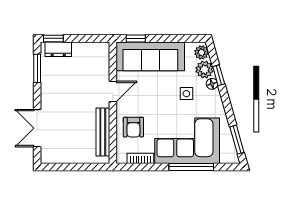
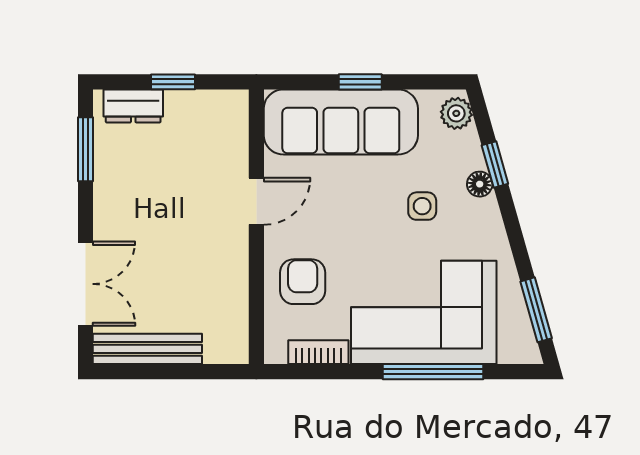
window: (53, 38) -> (173, 82), moved
window: (136, 38) -> (360, 82), moved
plant: (204, 70) -> (463, 152), removed
armchair: (133, 127) -> (303, 282), turned 180
double door: (37, 128) -> (86, 284), swing flipped
bench: (103, 132) -> (147, 349), moved, turned 90

